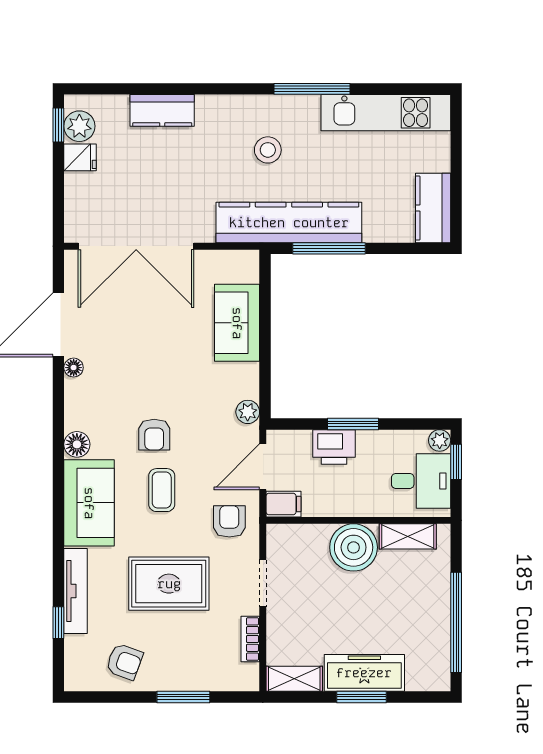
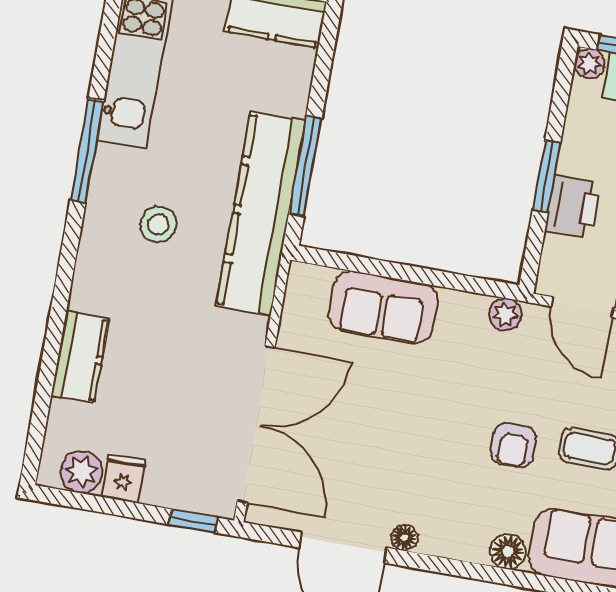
window: (58, 125) -> (193, 521), moved
armchair: (154, 435) -> (513, 445), turned 90

